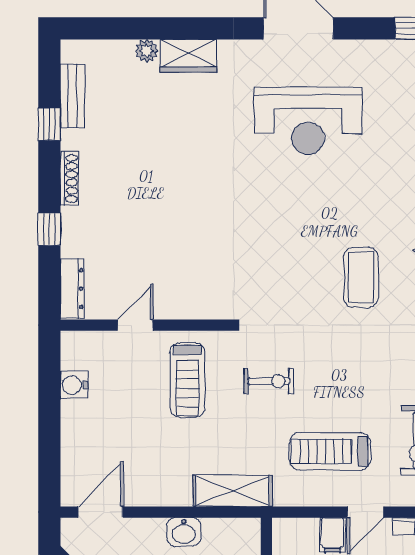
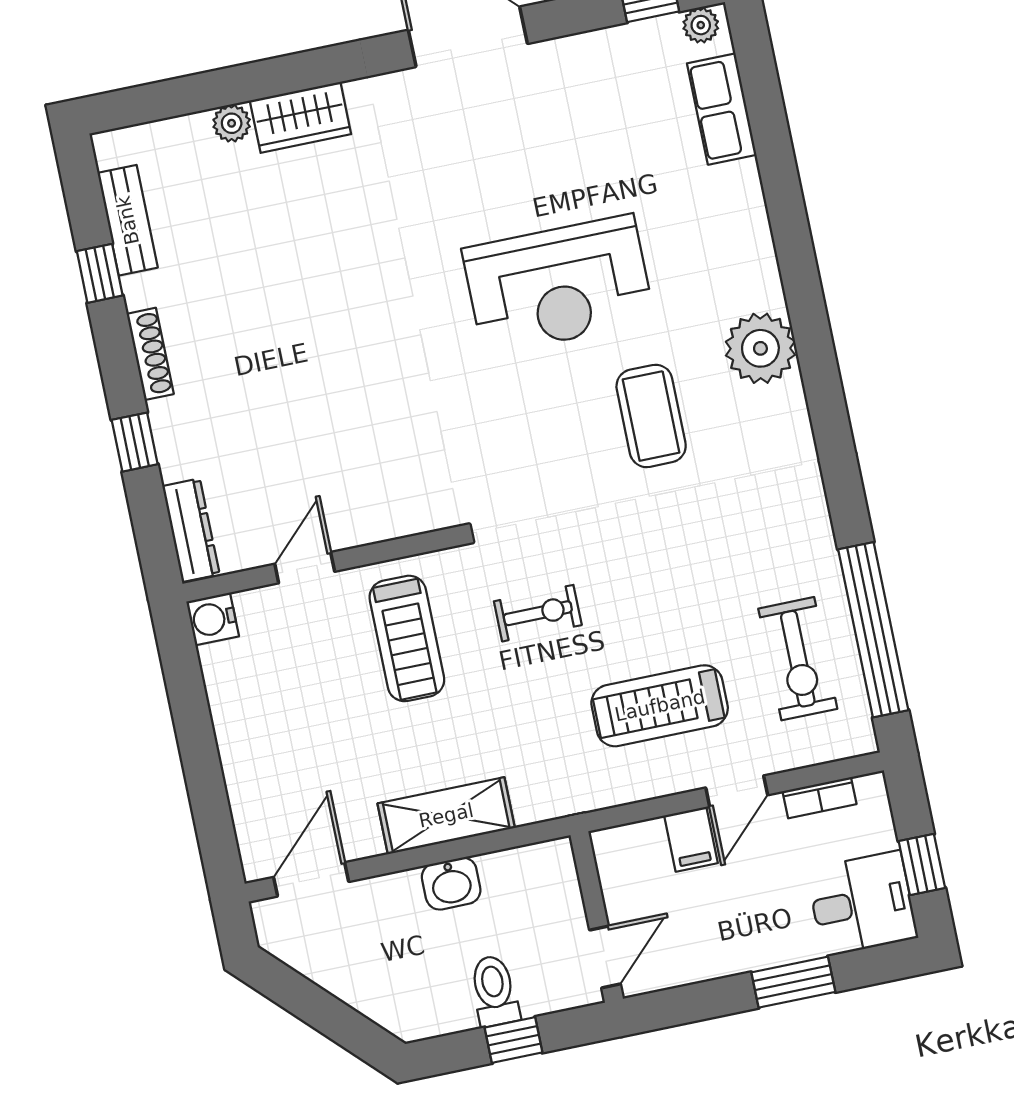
reception desk: (308, 121) -> (558, 285), moved
water cooler: (74, 385) -> (213, 619), moved
shelving: (233, 491) -> (446, 816), moved

